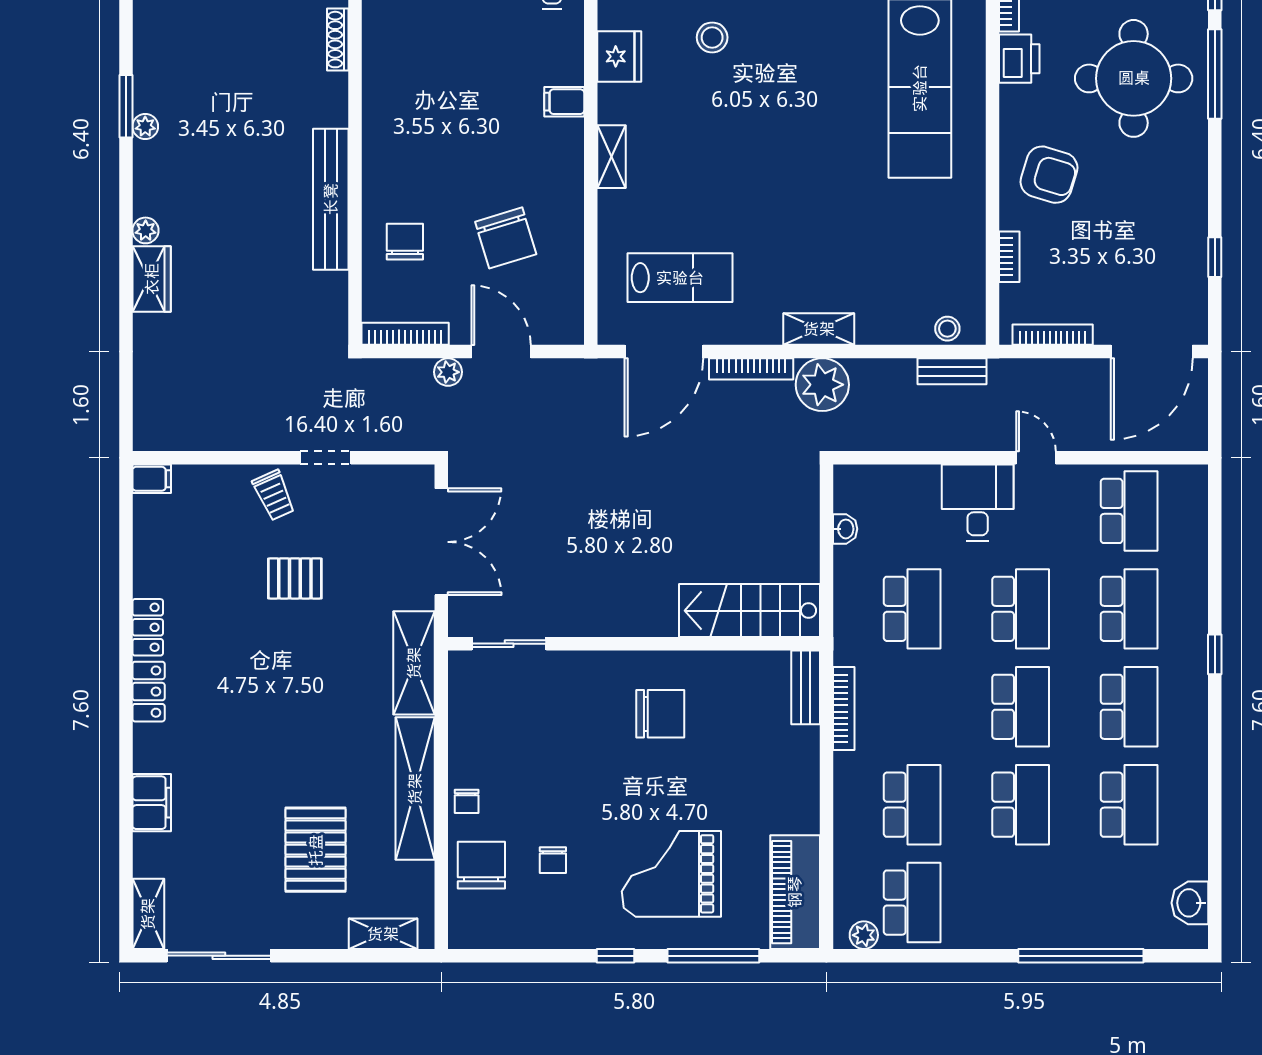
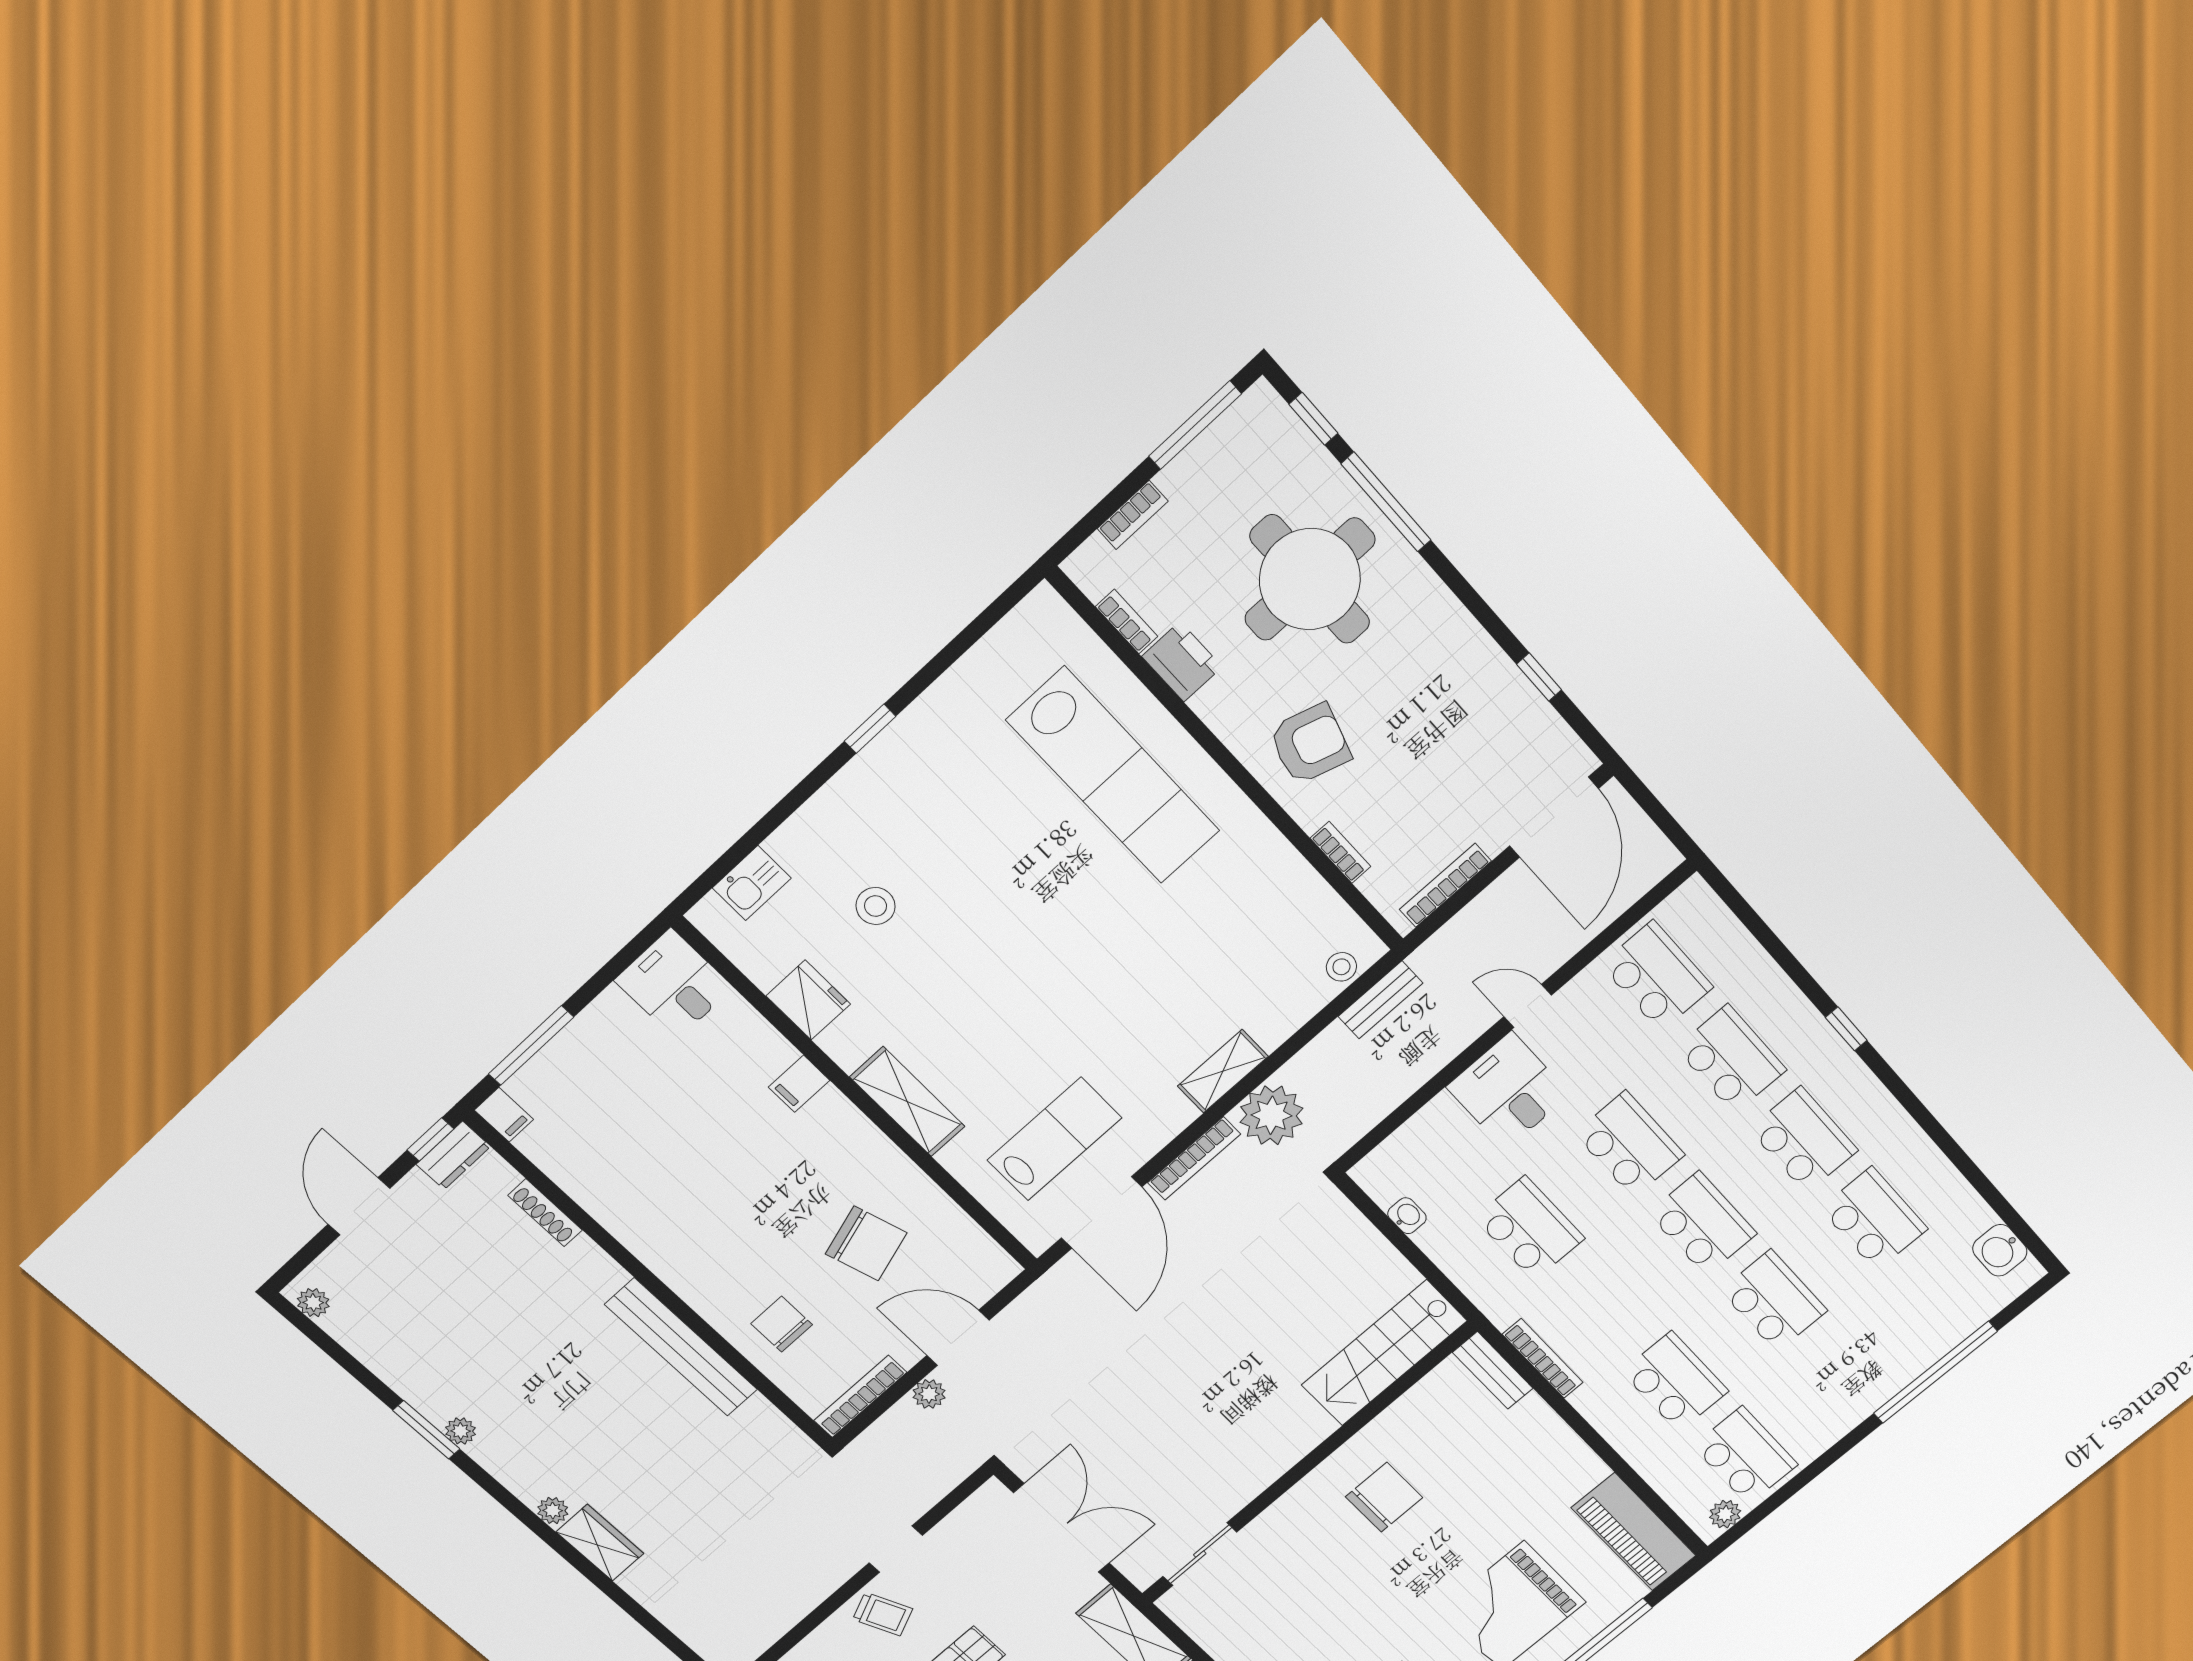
shelving: (612, 157) -> (907, 1102), width x1.50, depth x1.33

